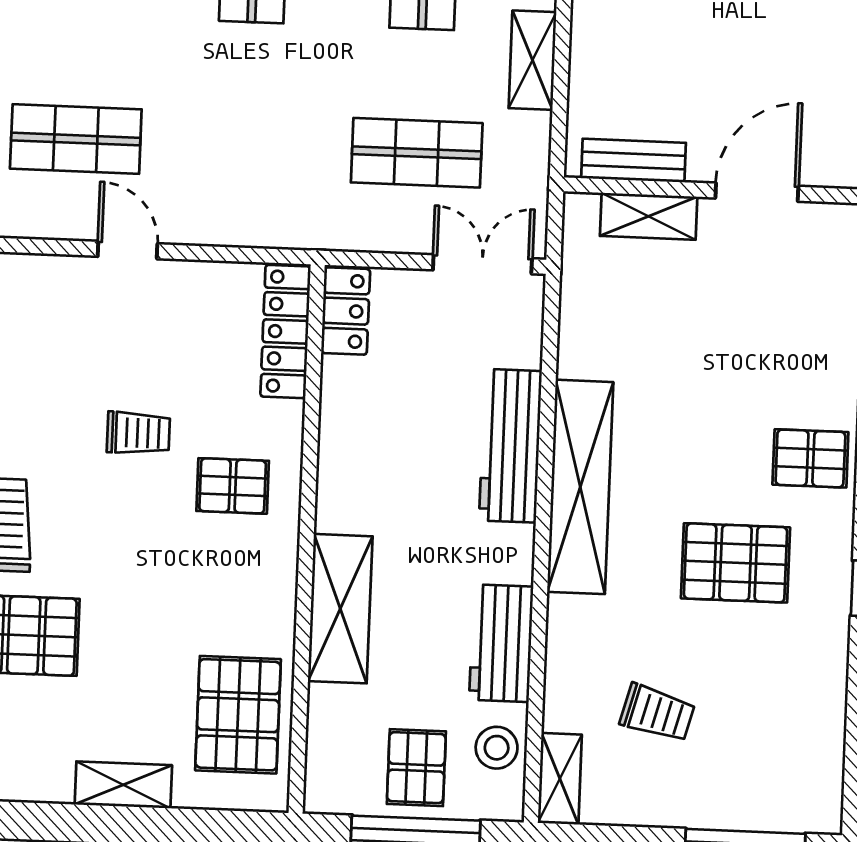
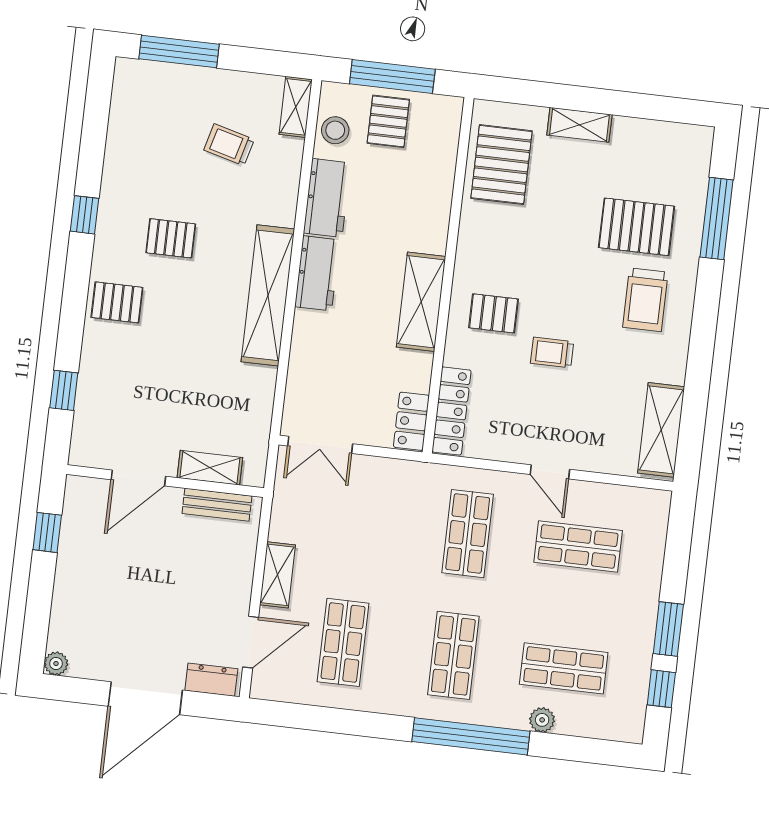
shop shelf: (417, 153) -> (468, 534), moved, turned 90
workbench: (510, 446) -> (317, 273), moved, width x0.73
pallet: (736, 563) -> (171, 238), width x0.67, depth x0.71
shelving: (340, 609) -> (421, 302), moved

